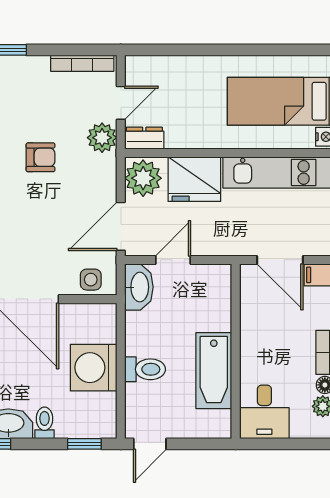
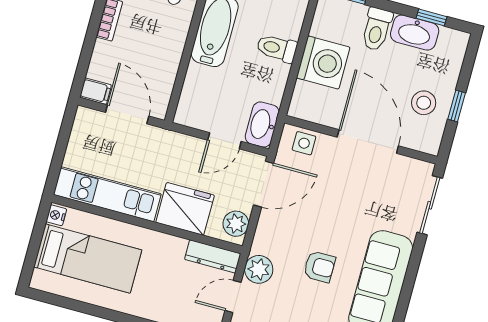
dresser: (144, 138) -> (213, 256), width x1.44
armchair: (41, 157) -> (319, 267), turned 180
plant: (143, 178) -> (236, 224), width x0.73, depth x0.73
toilet: (44, 423) -> (377, 29), width x1.37, depth x1.39

